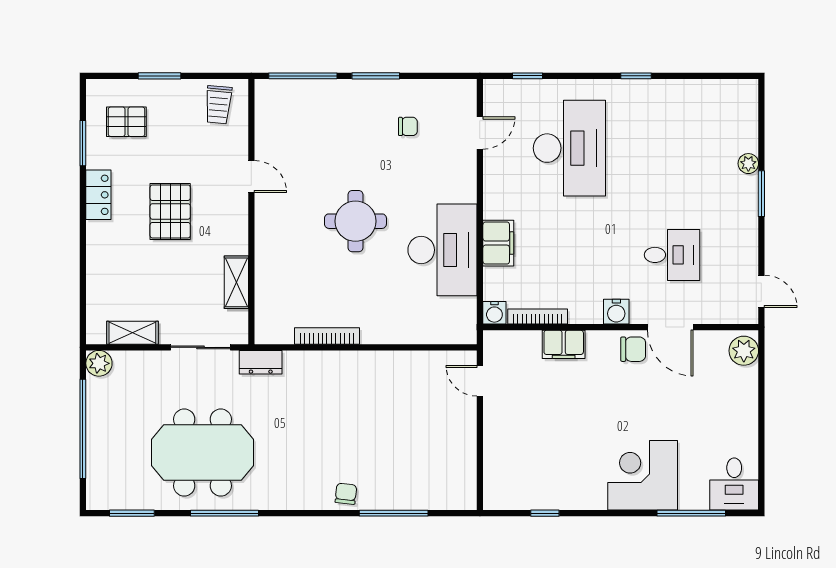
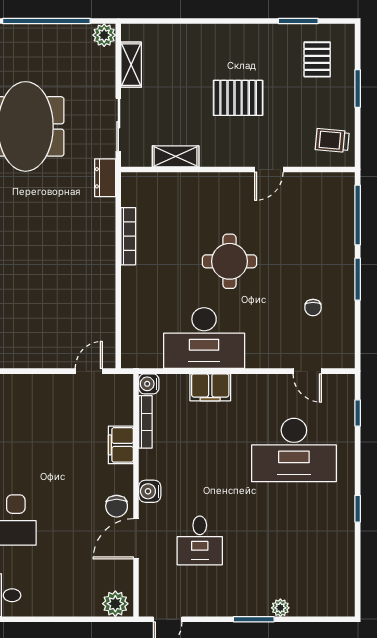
locker: (98, 195) -> (253, 35), removed

